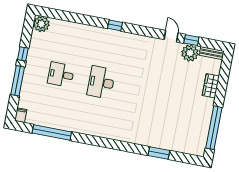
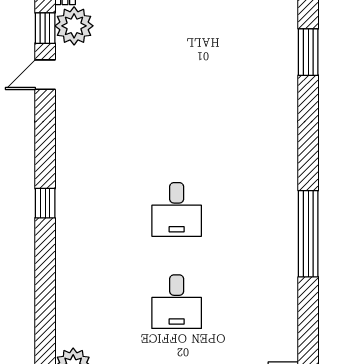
desk: (101, 82) -> (177, 209), width x0.73
window: (52, 132) -> (308, 234), moved

